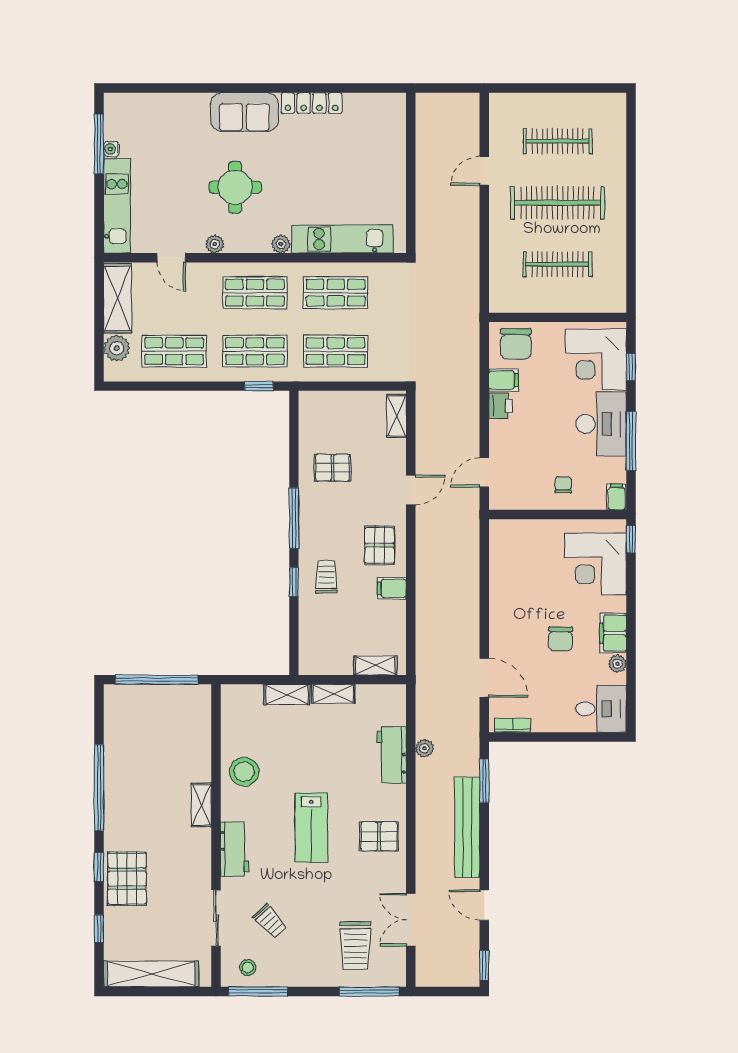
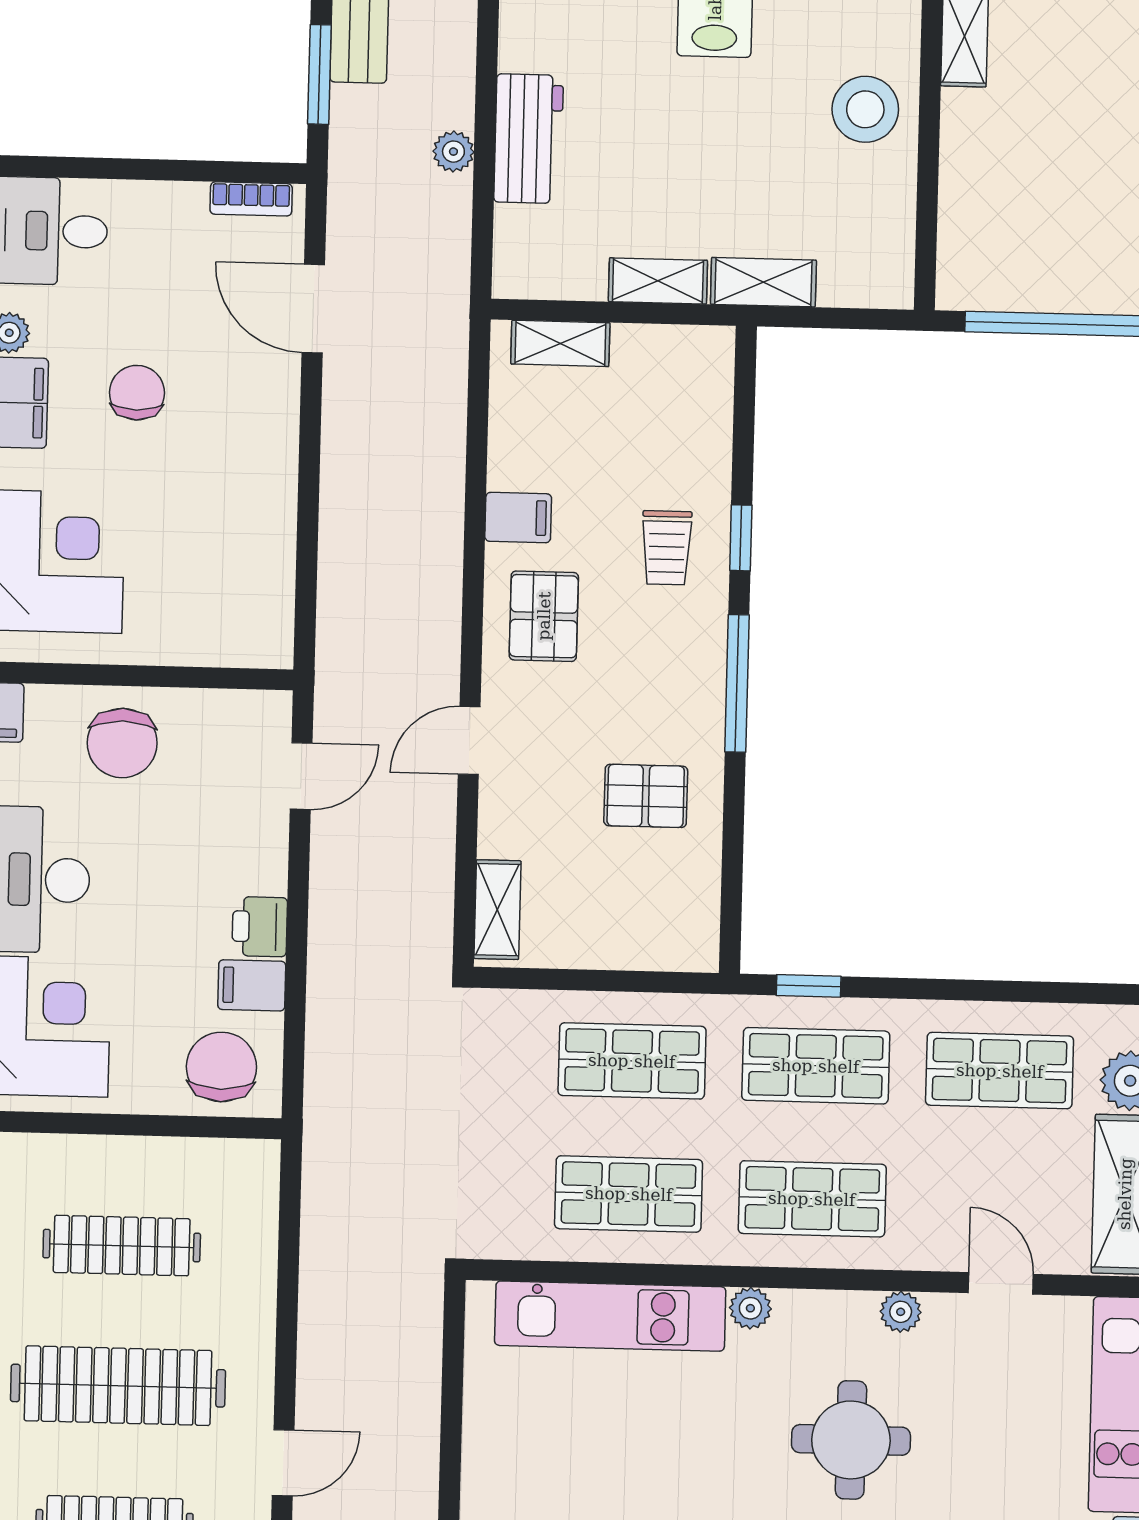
chair: (563, 485) -> (122, 743), width x1.87, depth x1.87

